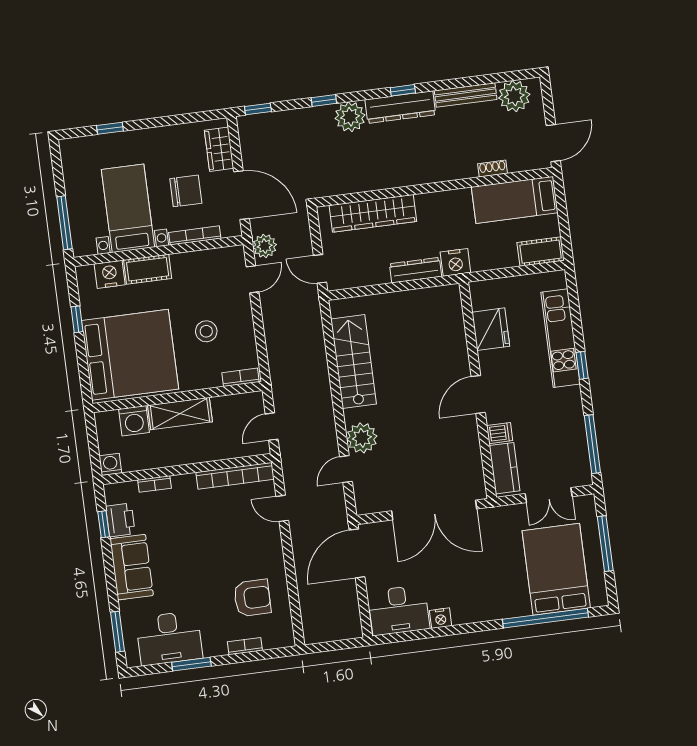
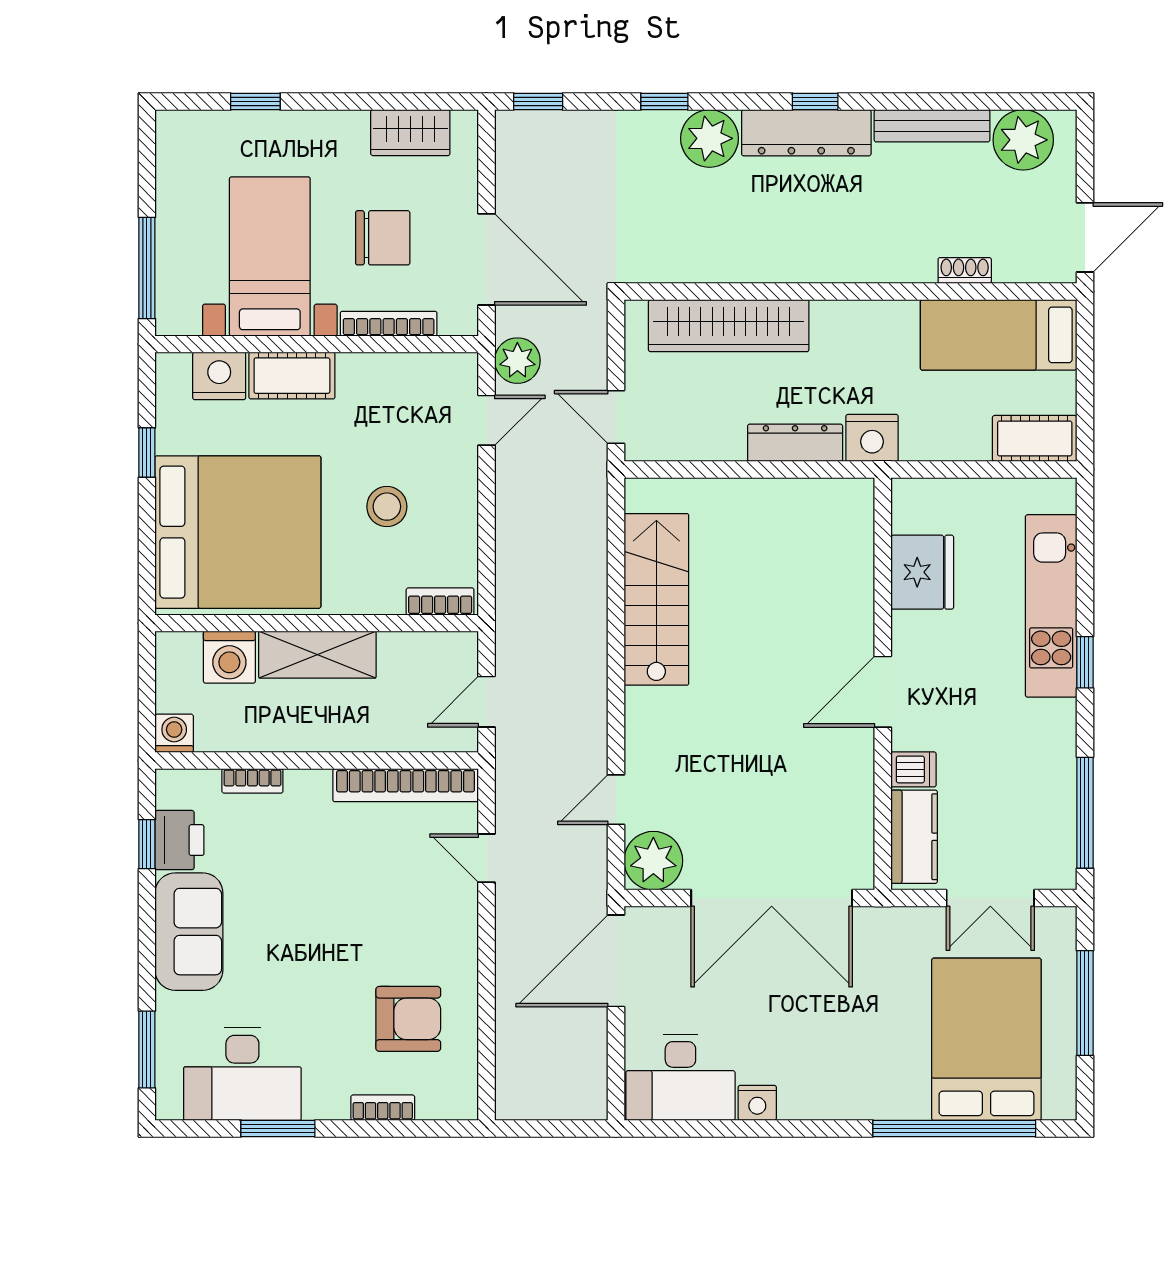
wardrobe: (219, 149) -> (410, 133), moved, turned -90
plant: (362, 438) -> (653, 861), moved

